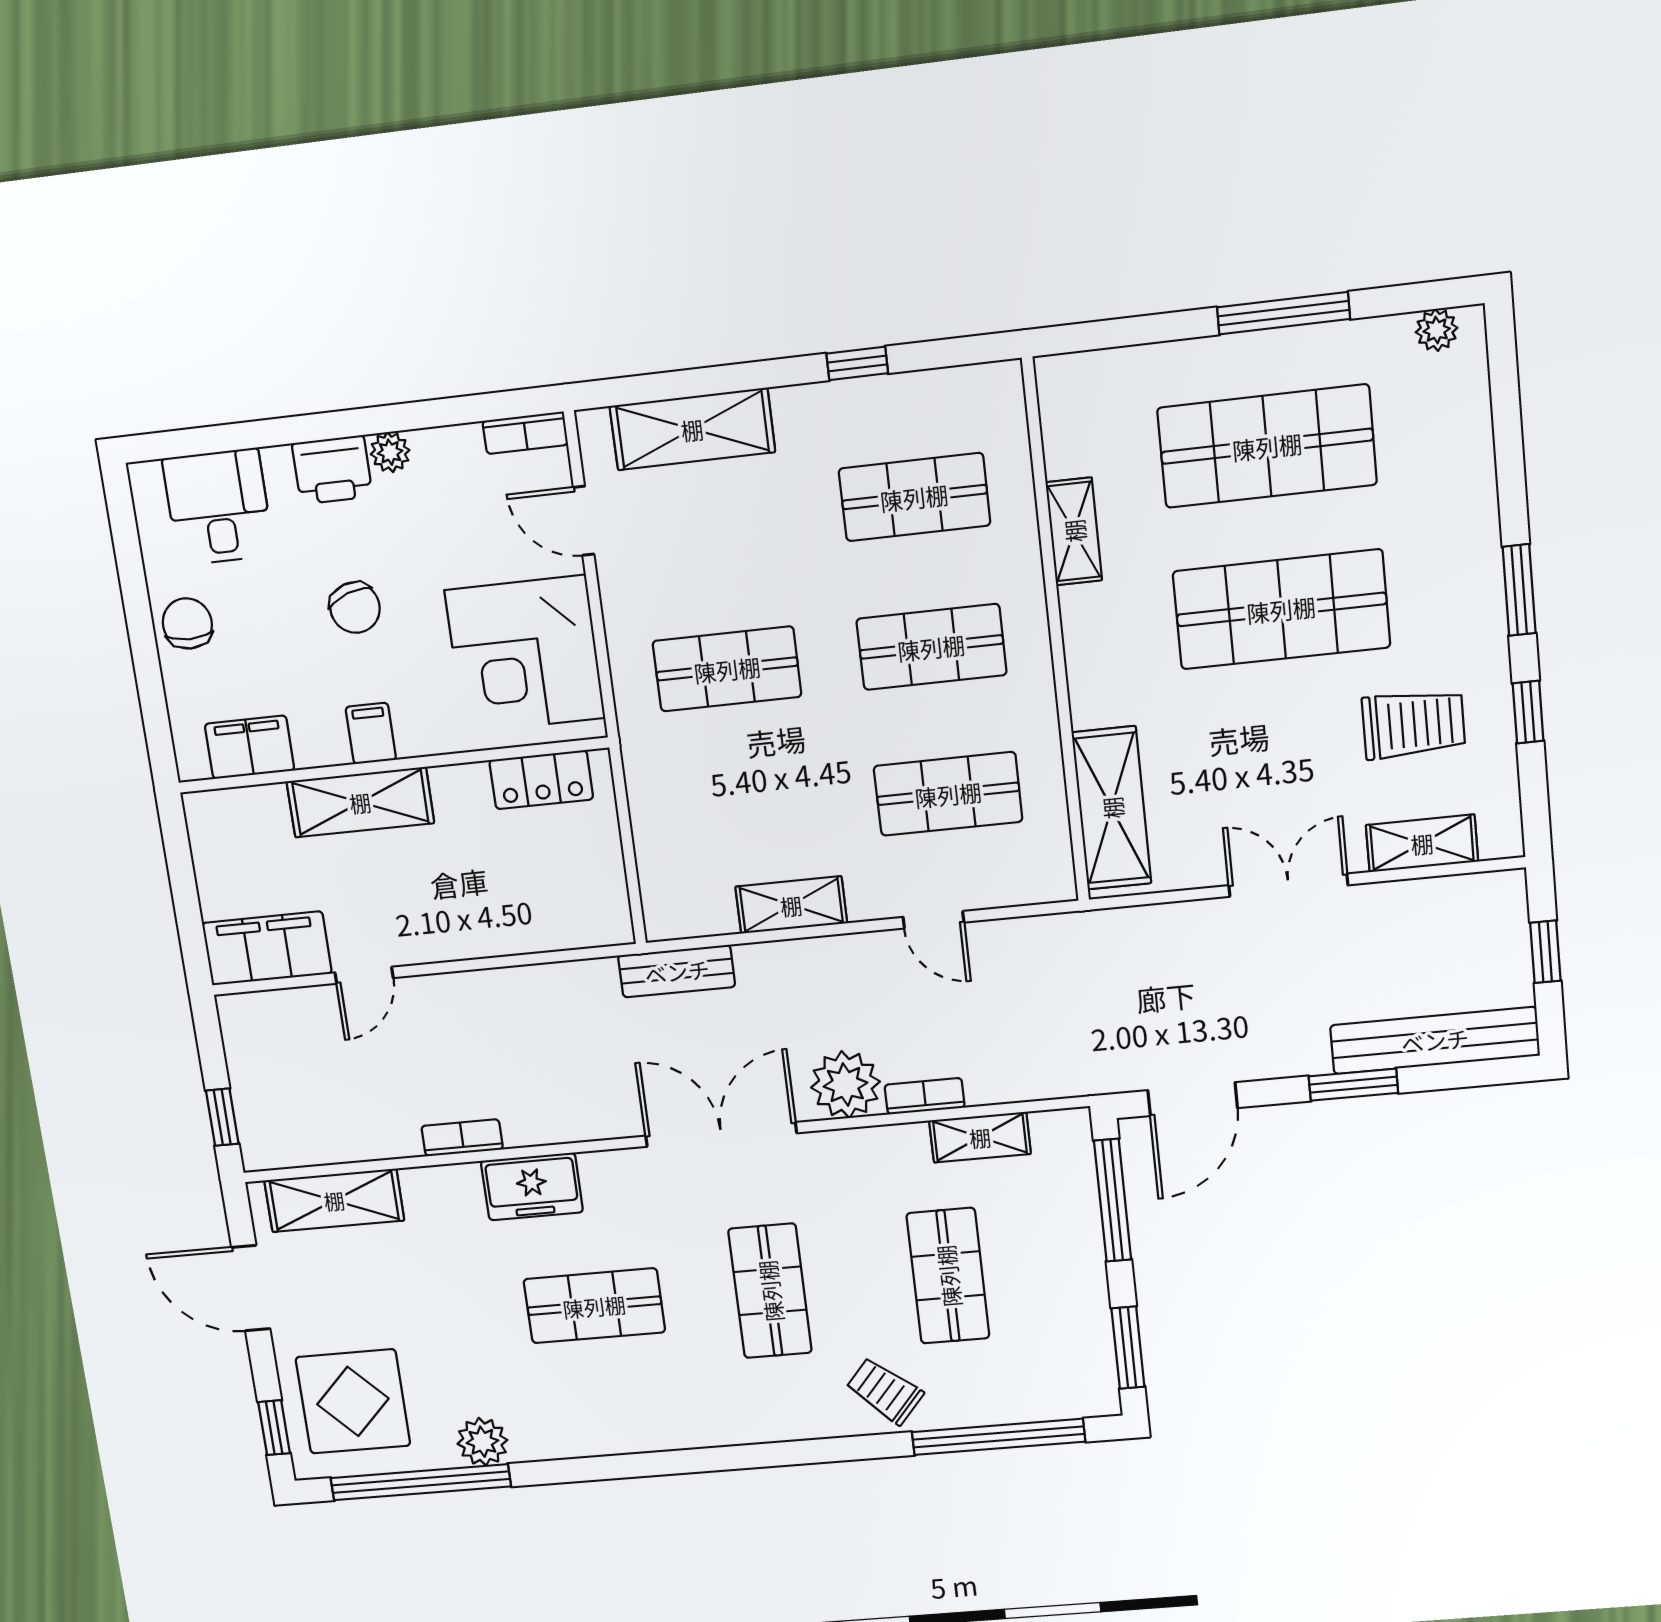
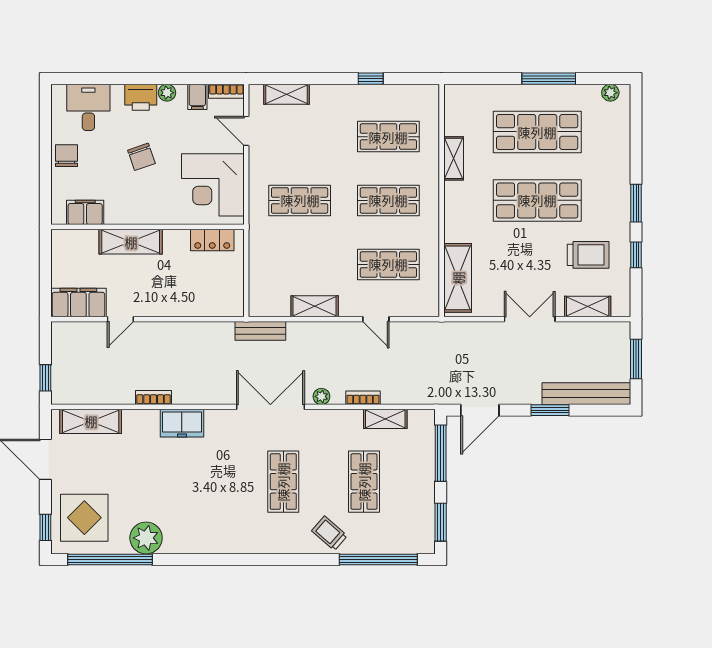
shelving: (692, 429) -> (287, 94), width x0.67, depth x0.75
filing cabinet: (371, 733) -> (197, 97), moved, turned 180
window: (1545, 952) -> (636, 359), width x1.50
plant: (845, 1085) -> (321, 396), width x0.53, depth x0.53
shop shelf: (594, 1306) -> (203, 482), removed
plant: (482, 1442) -> (146, 538), width x1.36, depth x1.36

